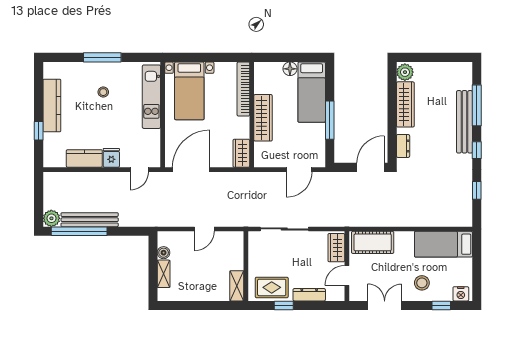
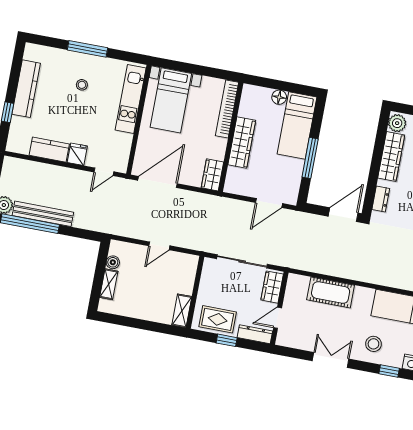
wardrobe: (336, 248) -> (272, 287), moved
wall: (347, 266) -> (279, 308), moved
door: (347, 275) -> (278, 318), moved

